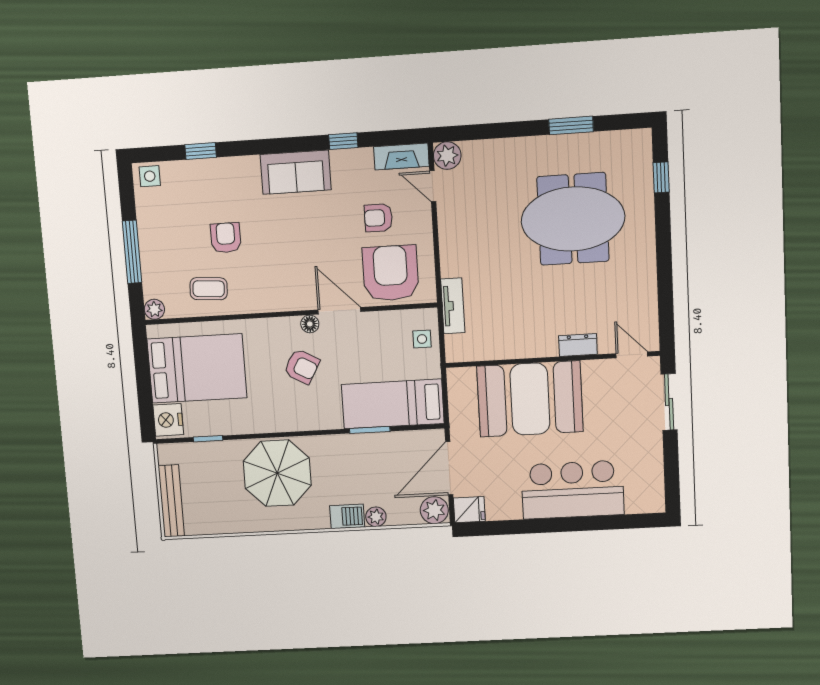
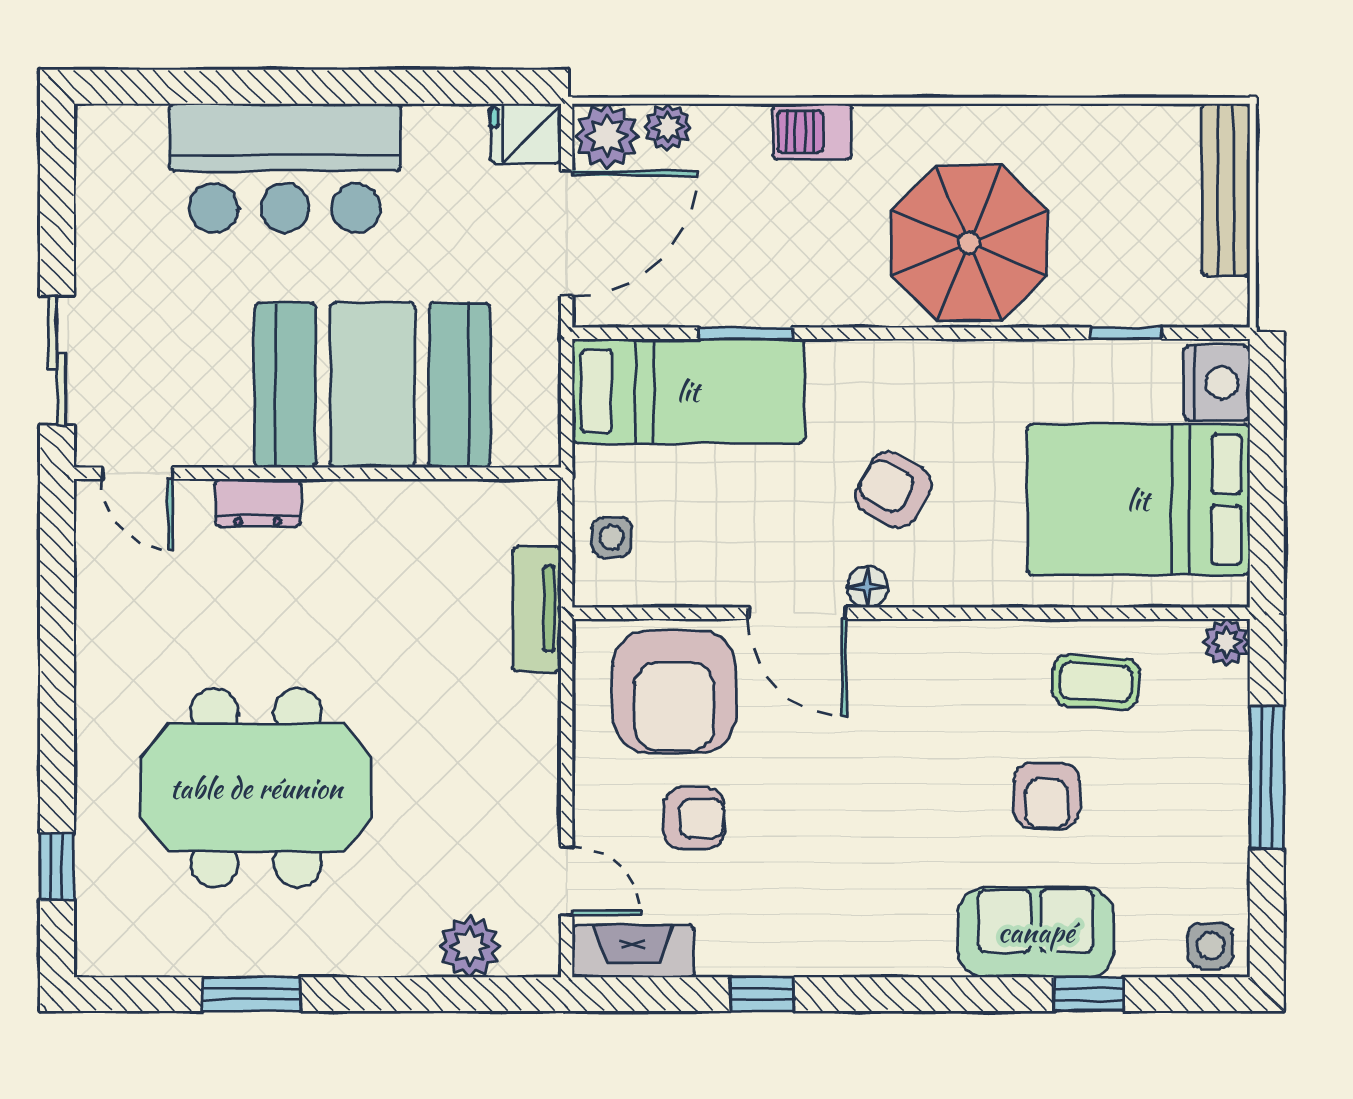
plant: (447, 156) -> (470, 947), moved
sofa: (296, 172) -> (1036, 932), moved
plant: (376, 517) -> (668, 127), moved

